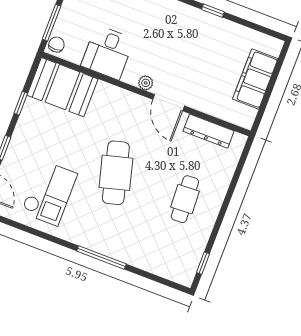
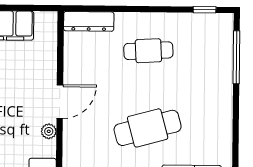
dresser: (209, 131) -> (89, 21), moved, turned 90
window: (101, 257) -> (236, 57), moved

